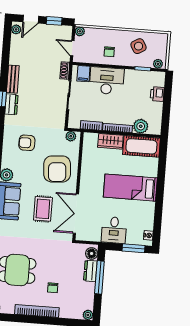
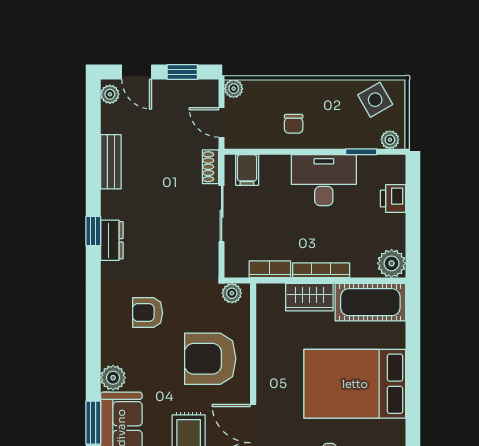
door: (31, 19) -> (137, 72), hinge flipped
side table: (139, 46) -> (375, 100), moved
bench: (13, 79) -> (111, 162), moved
desk: (107, 81) -> (324, 180), moved
plant: (141, 126) -> (392, 263), moved
armchair: (57, 169) -> (210, 359), turned 94
bed: (130, 188) -> (355, 384), width x1.50

